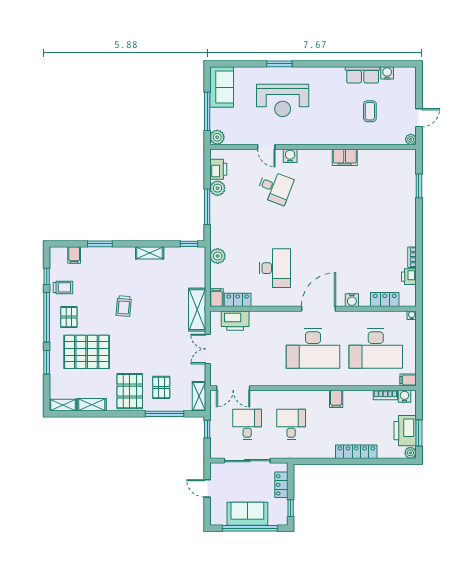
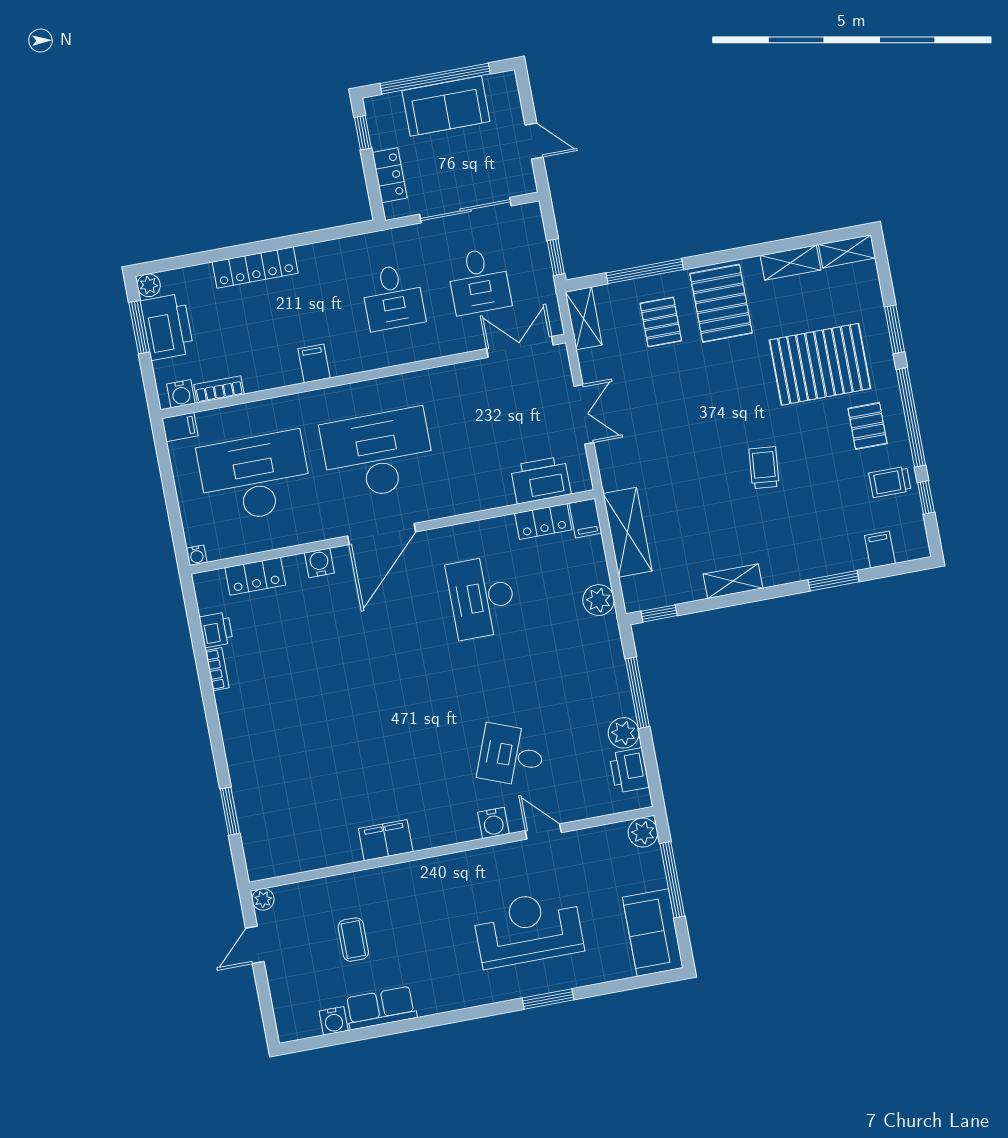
shelving: (197, 310) -> (628, 532), moved

